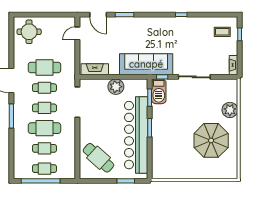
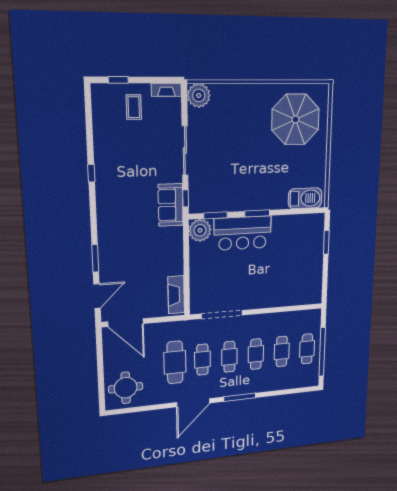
coffee table: (222, 32) -> (134, 107), moved
door: (77, 33) -> (126, 323), width x1.87
sofa: (146, 64) -> (171, 205), width x0.54, depth x0.79
plant: (116, 87) -> (200, 230), moved
barbecue: (159, 91) -> (305, 198), moved
plant: (230, 110) -> (199, 95), moved
cafe table: (44, 128) -> (256, 354), width x0.73, depth x0.74
bar counter: (136, 135) -> (243, 233), width x0.54
parasol: (211, 140) -> (296, 119), moved
cafe table: (98, 158) -> (295, 281), removed

